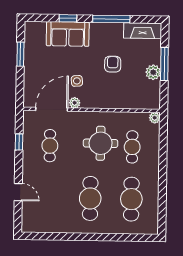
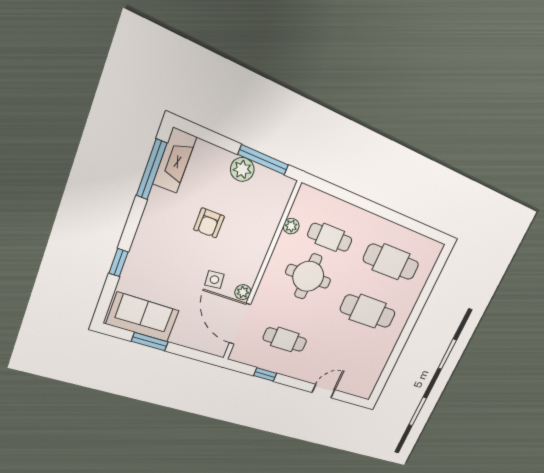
window: (111, 19) -> (152, 169), moved
sofa: (68, 34) -> (143, 317), moved, turned -90
armchair: (113, 64) -> (209, 223), turned -90
window: (164, 64) -> (263, 160), moved
plant: (155, 118) -> (291, 226), moved

